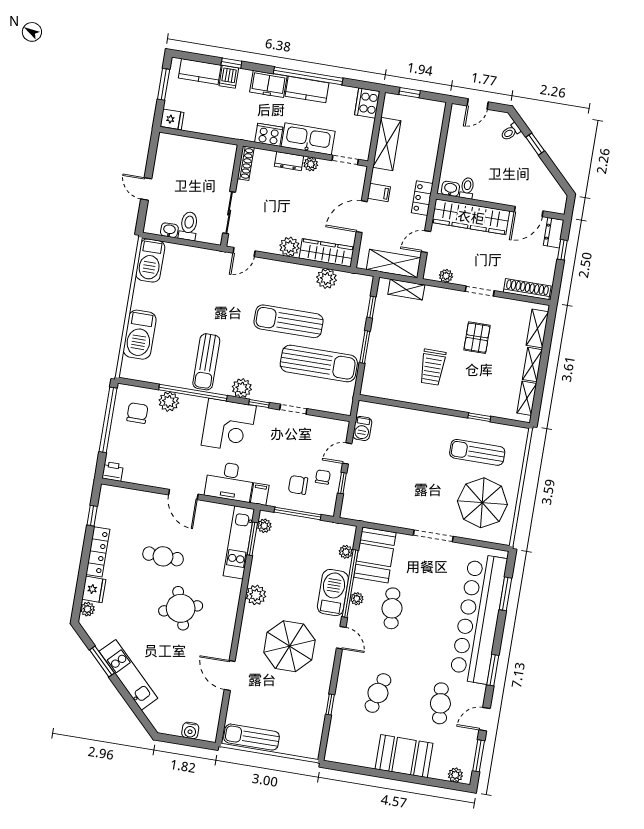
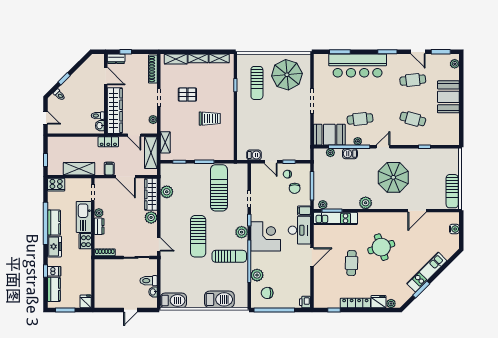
sun lounger: (289, 321) -> (198, 236), moved
barbecue: (333, 593) -> (350, 154), width x0.53, depth x0.65
bar counter: (478, 619) -> (358, 65), width x0.73

